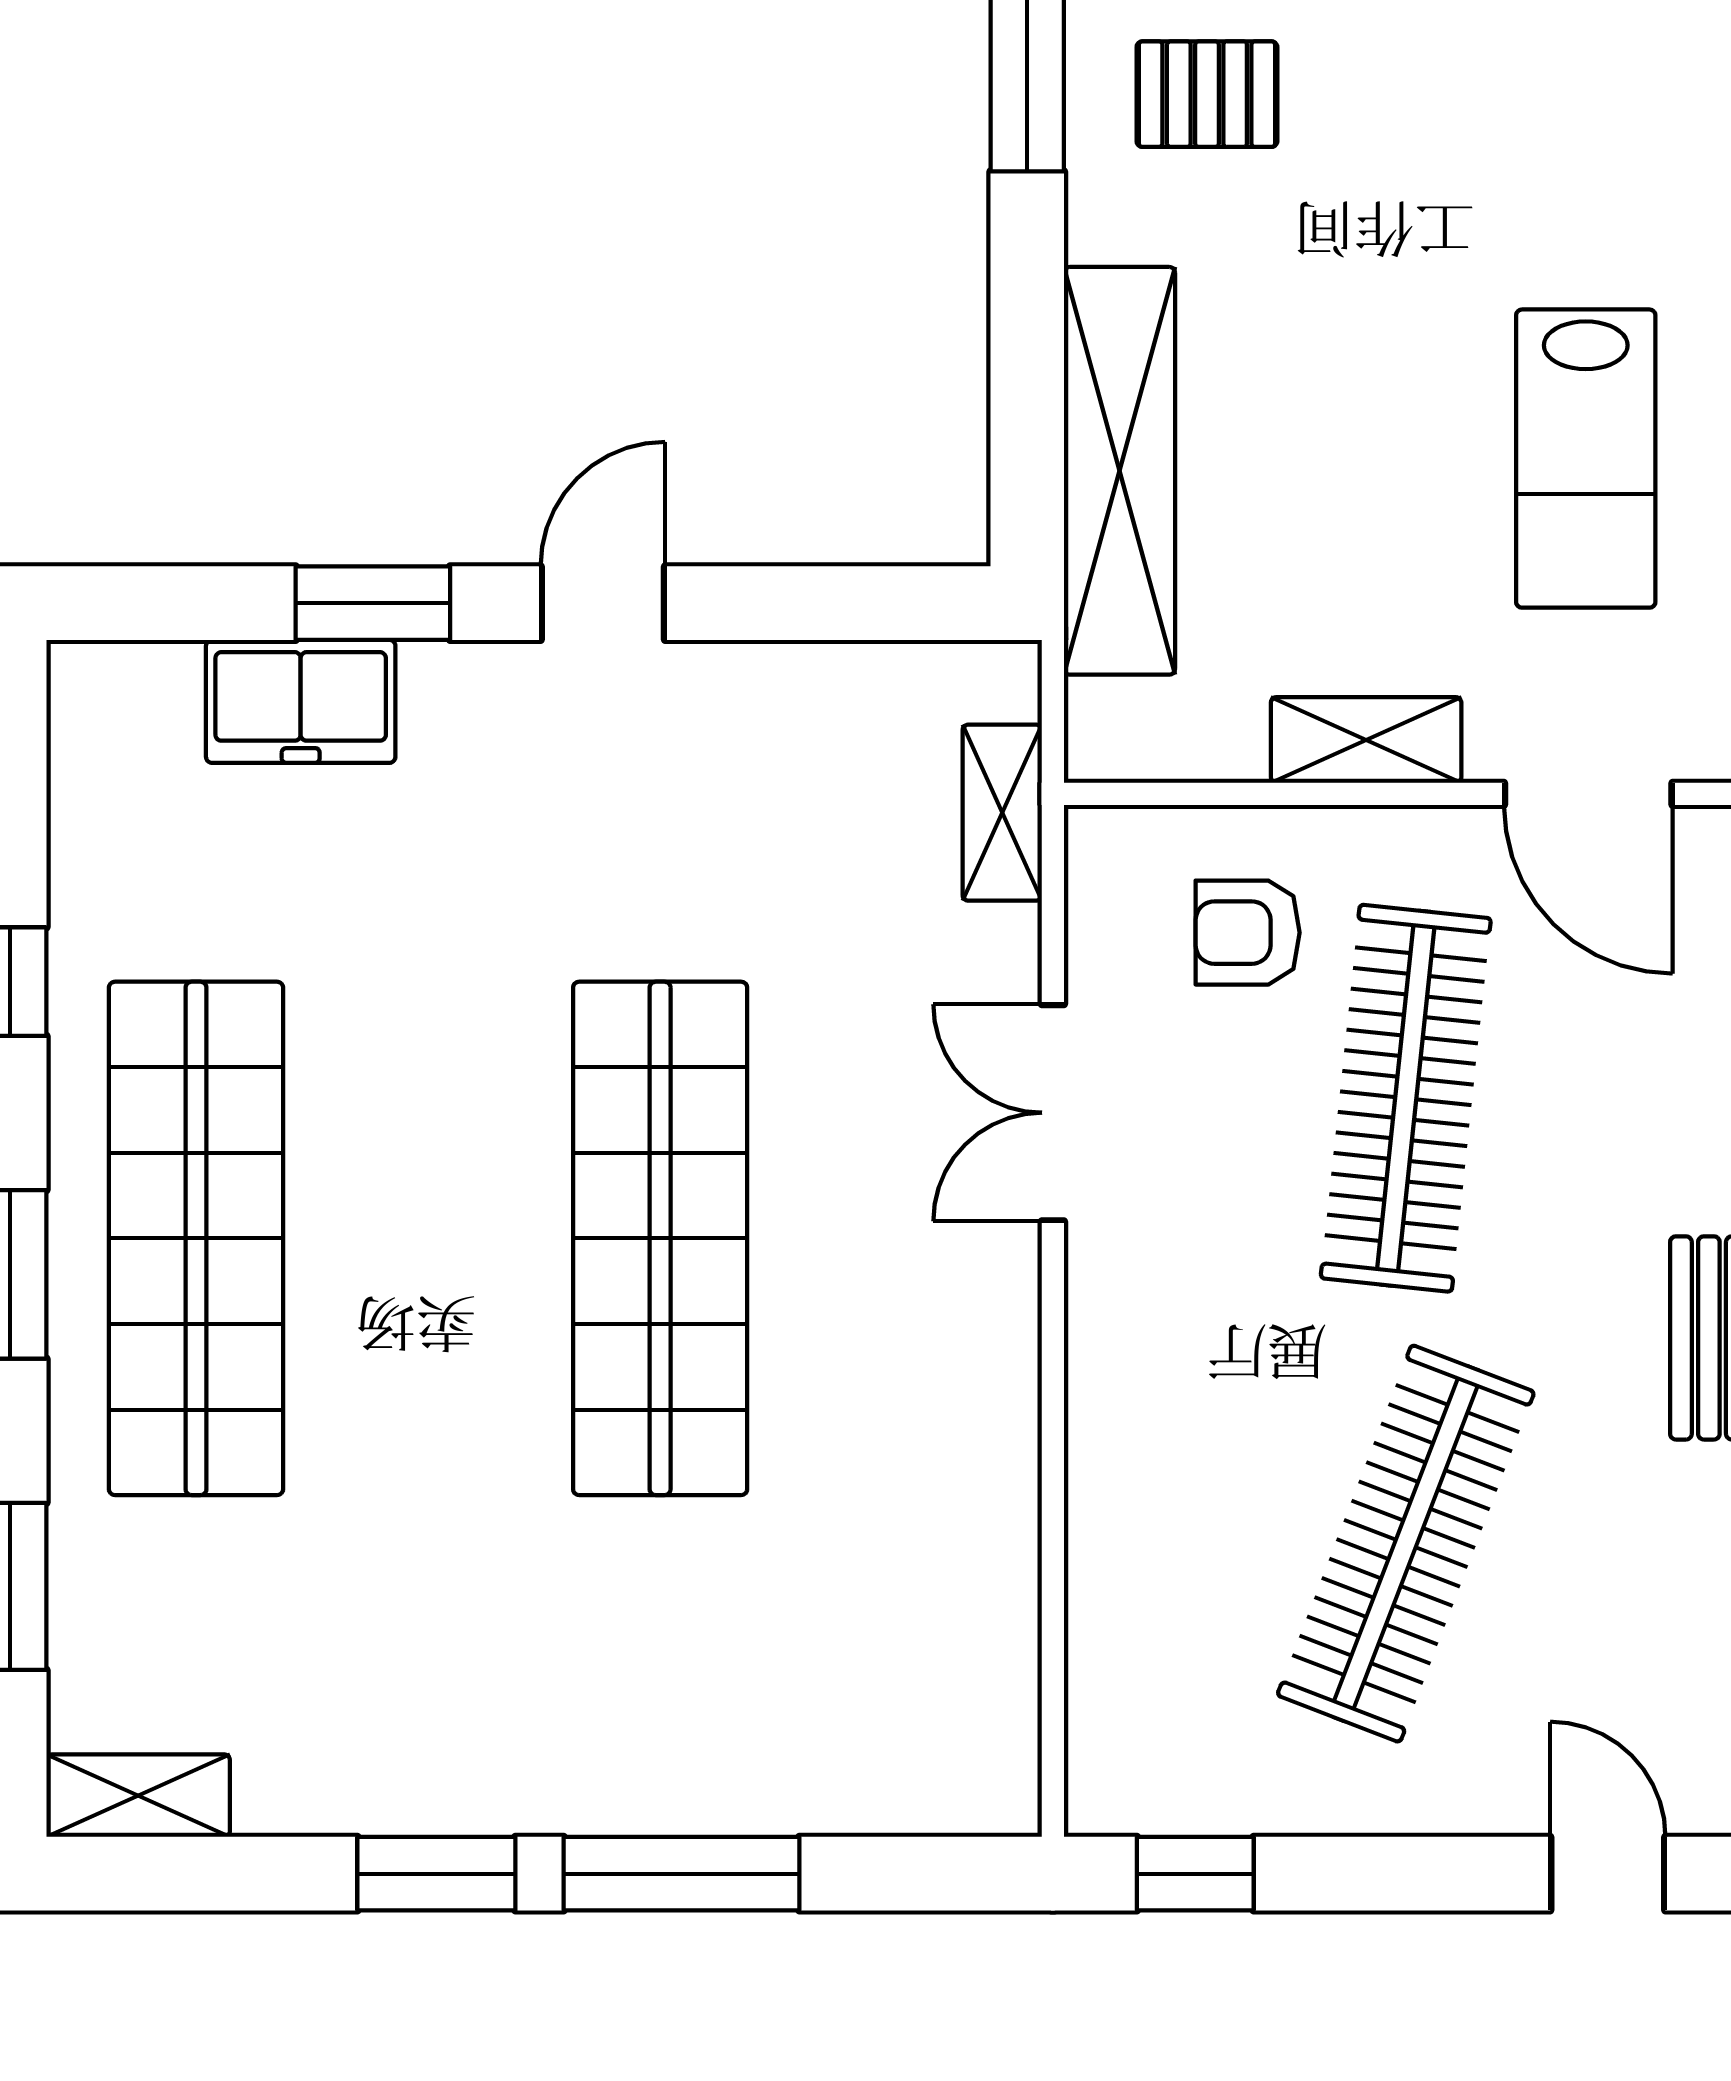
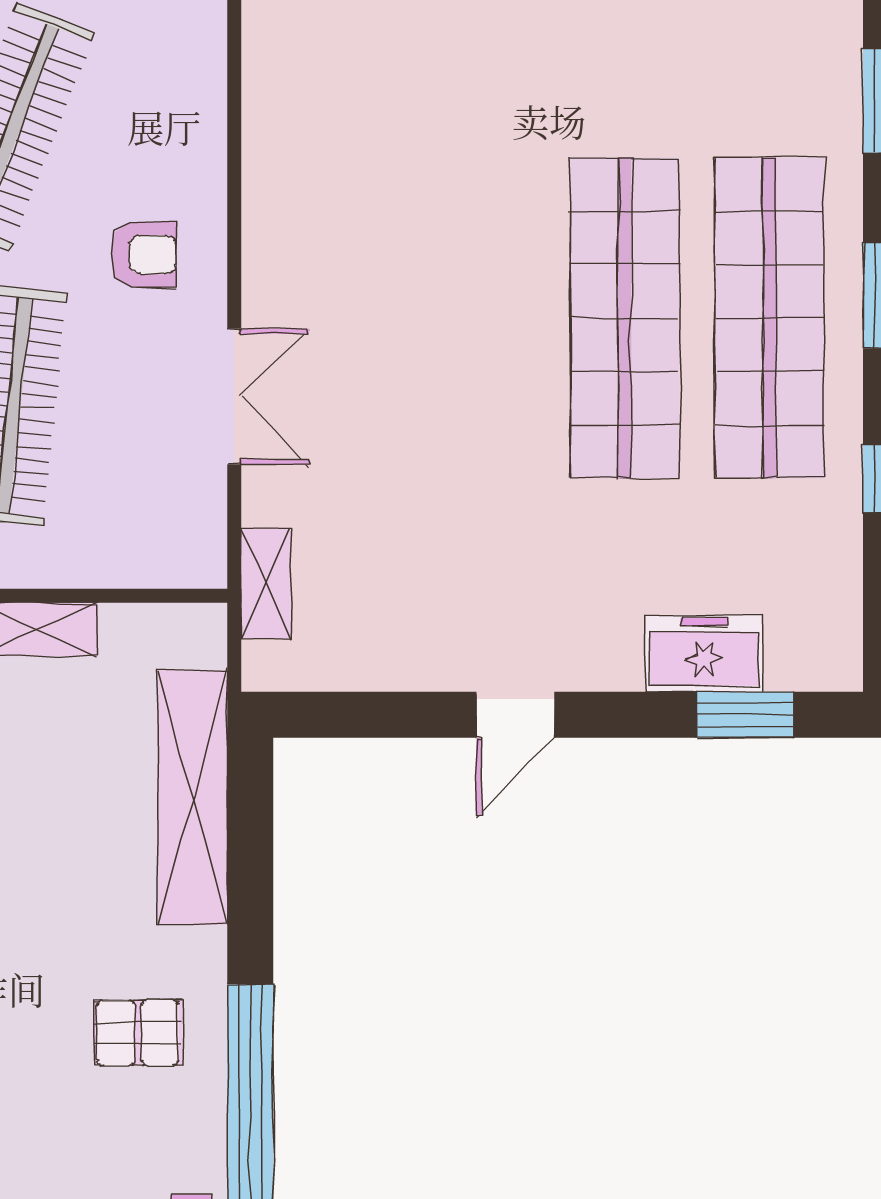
window: (373, 603) -> (745, 715), moved
armchair: (1248, 933) -> (144, 255), moved
shop shelf: (660, 1238) -> (625, 318), moved

